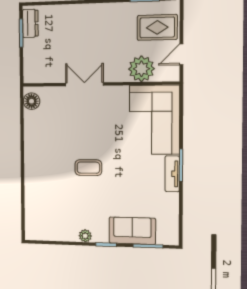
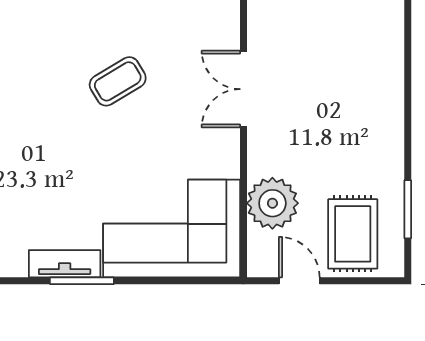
double door: (84, 84) -> (243, 89), swing flipped
coffee table: (88, 168) -> (118, 81), moved, turned 59

